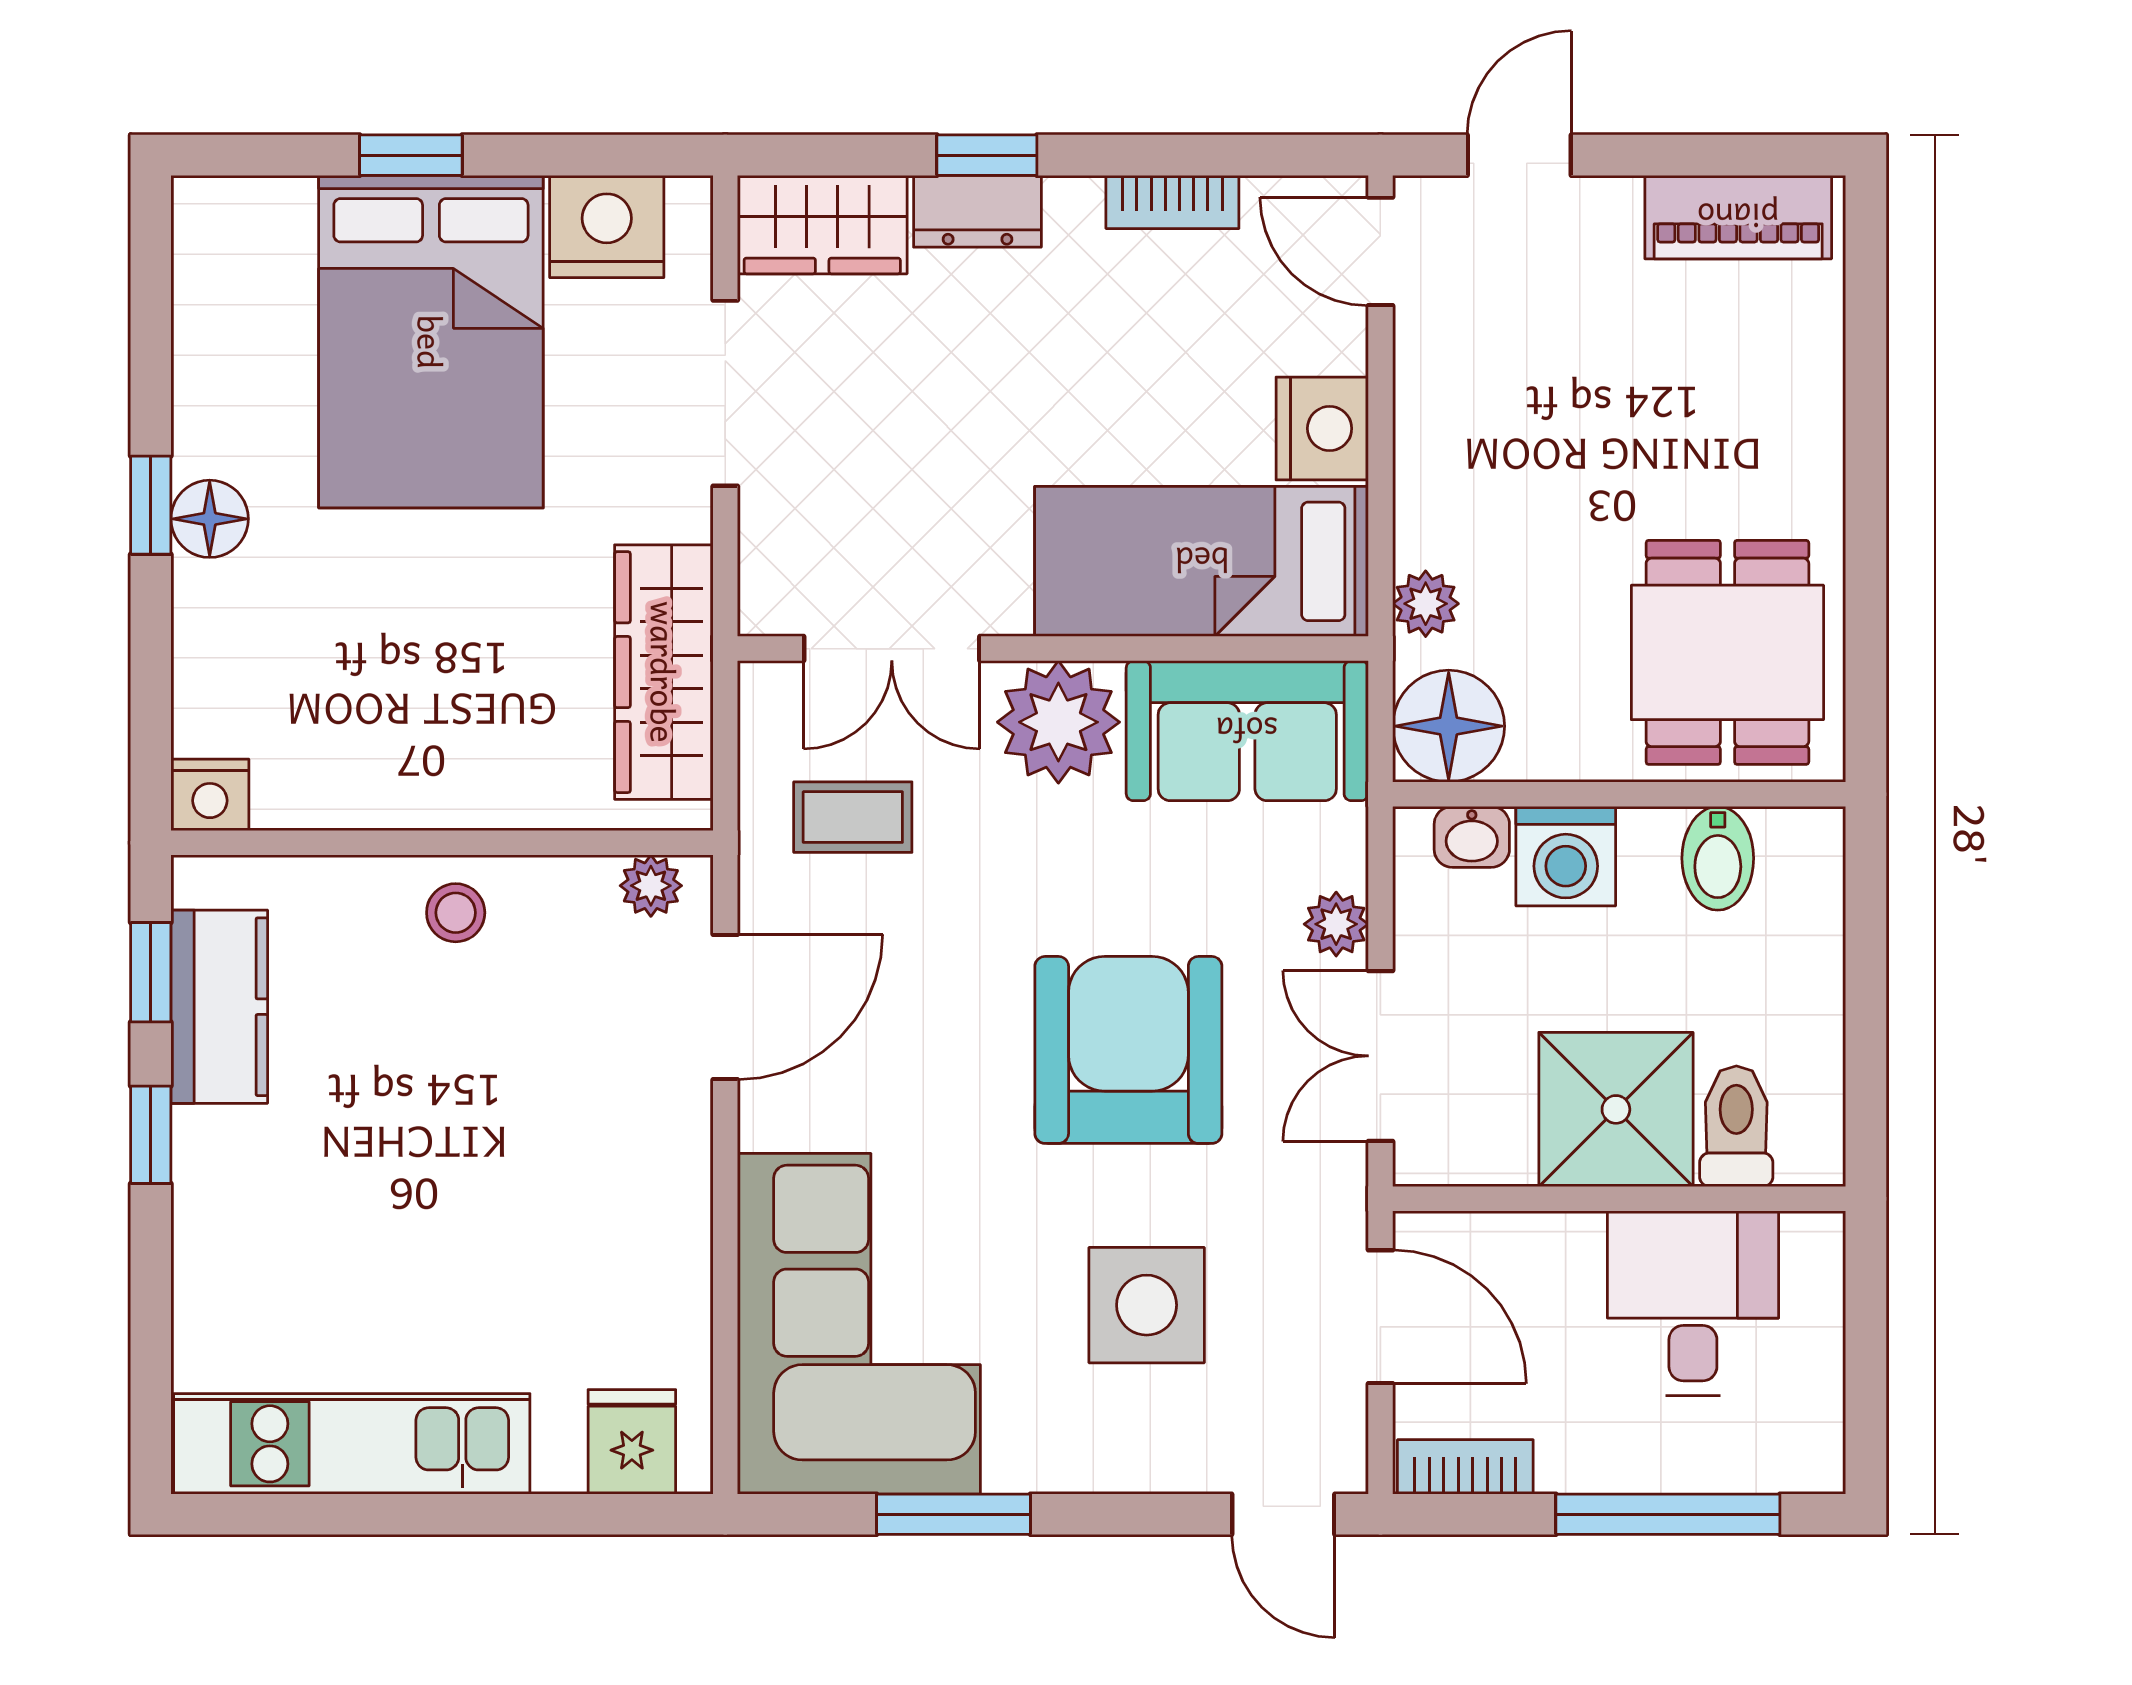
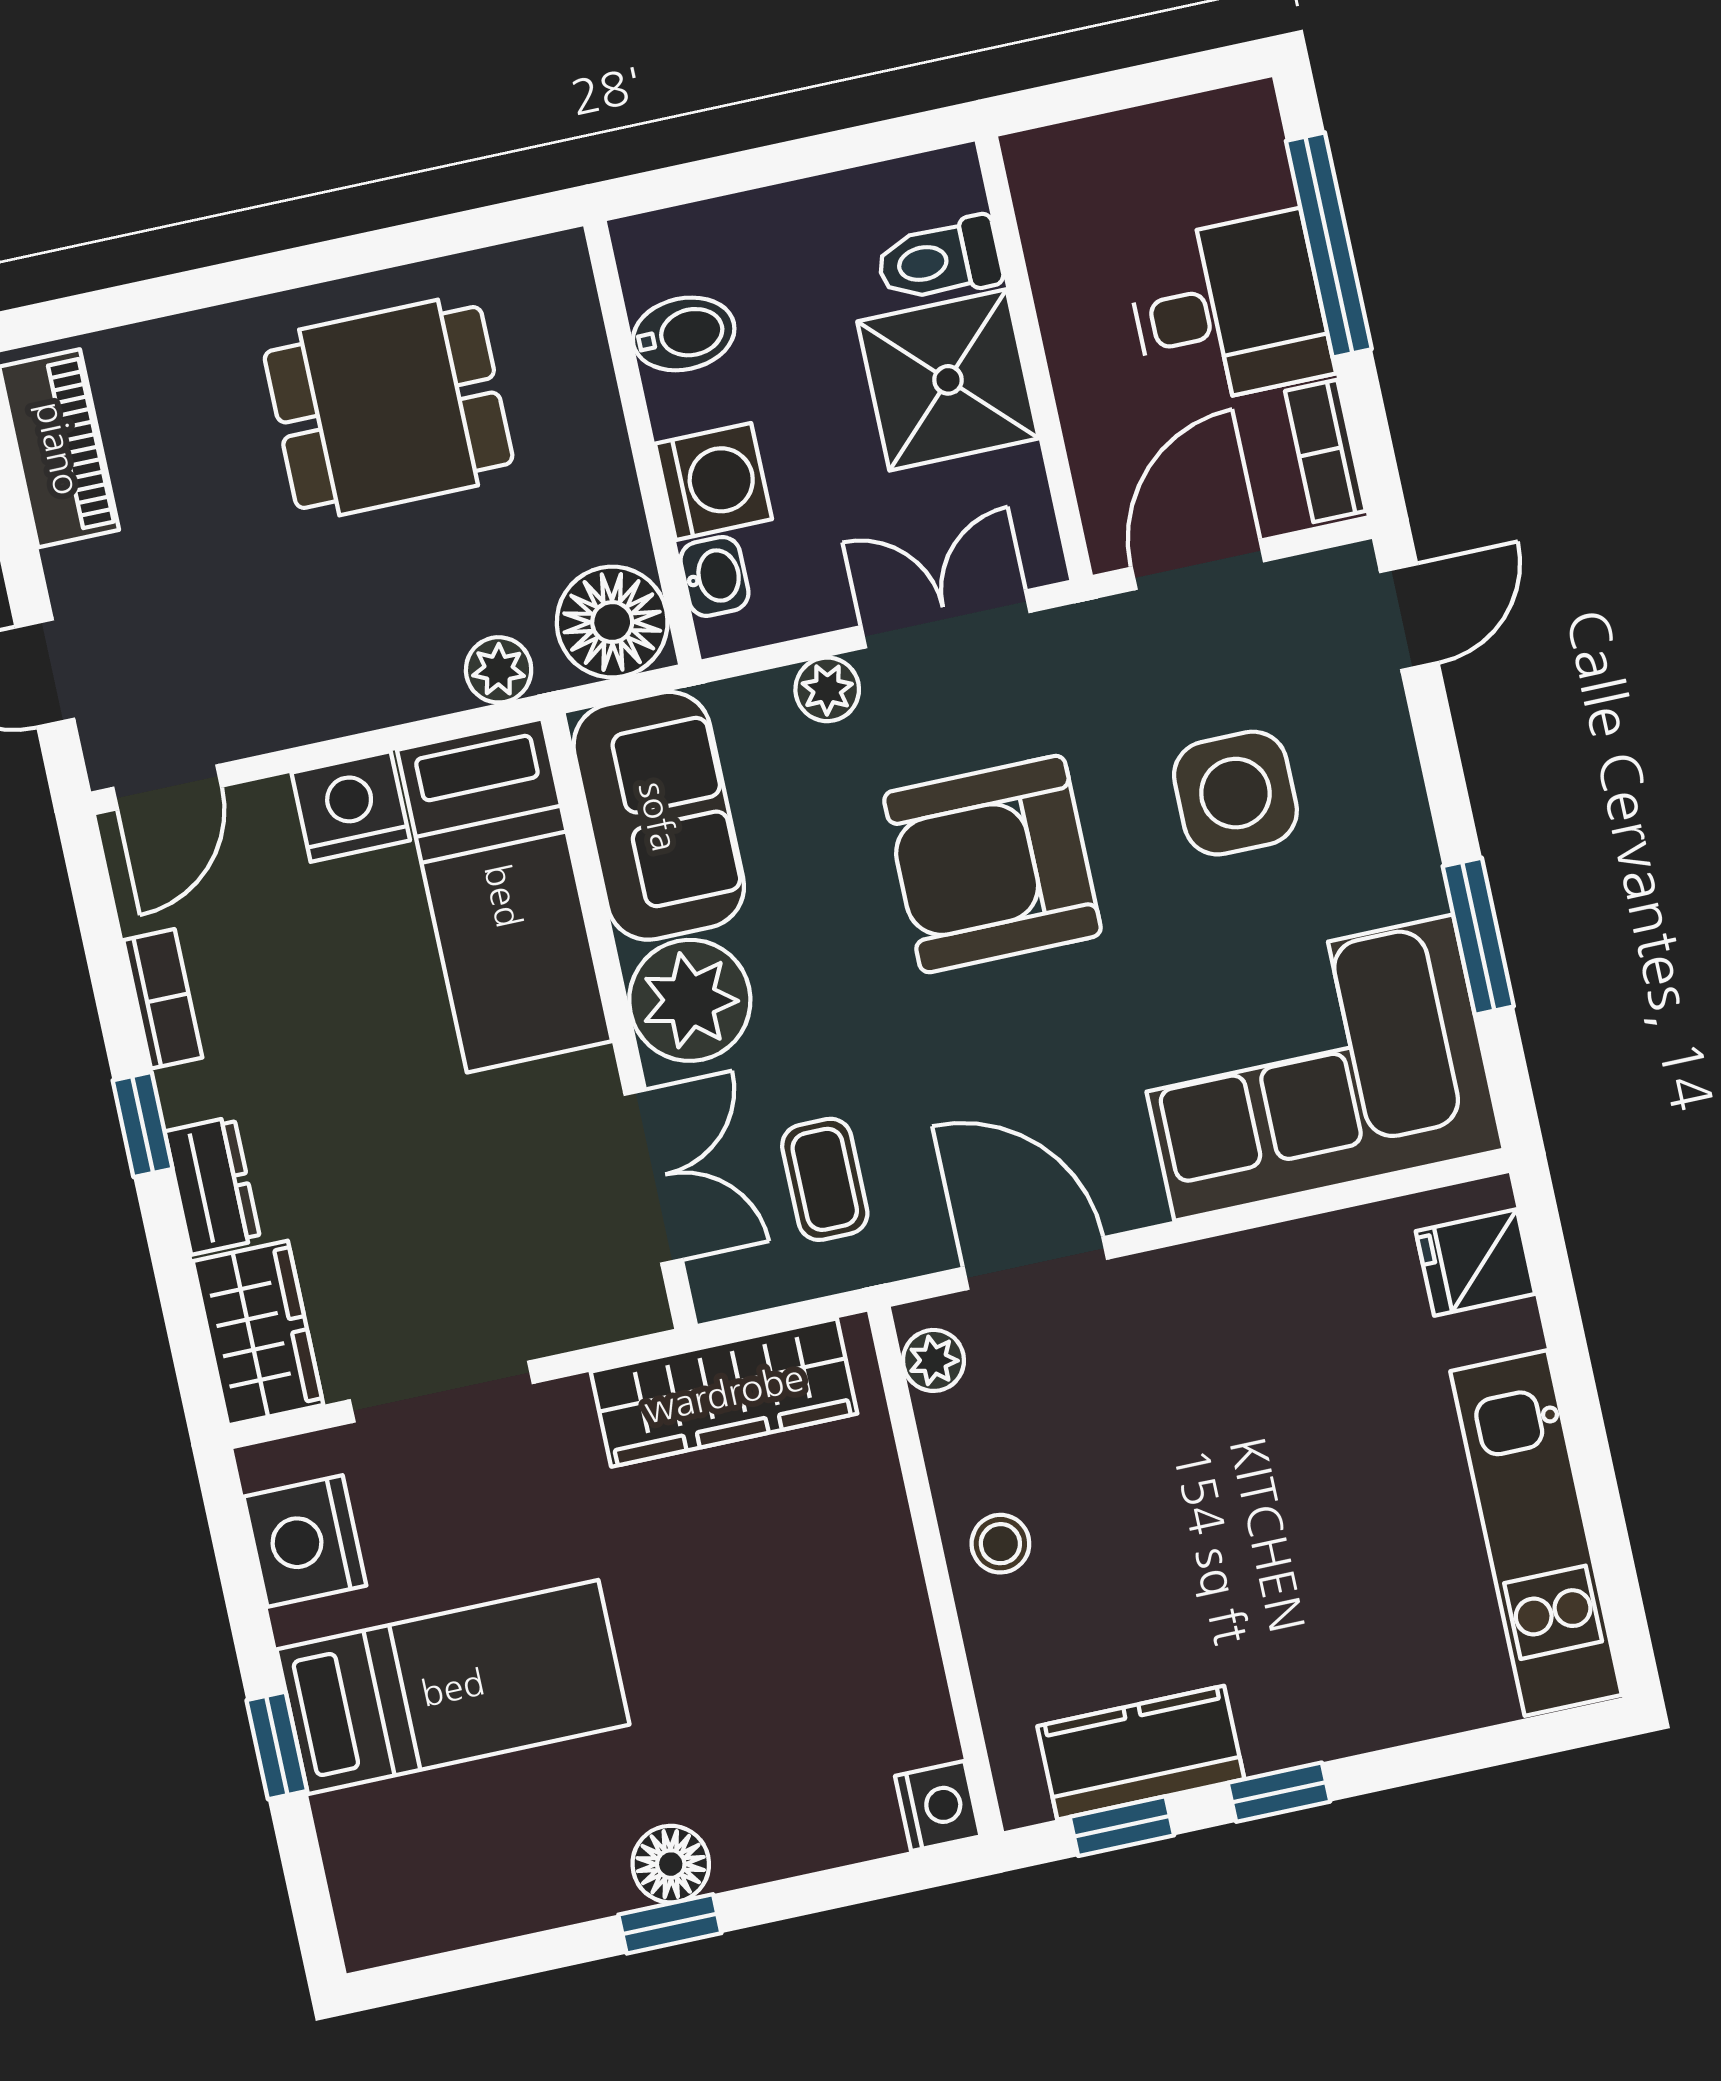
window: (987, 155) -> (143, 1125), moved
bed: (431, 342) -> (453, 1687), width x0.67
dining table: (1727, 652) -> (389, 408), moved
double door: (1380, 1056) -> (946, 619), swing flipped
desk: (1693, 1303) -> (1229, 310), moved, turned 180

